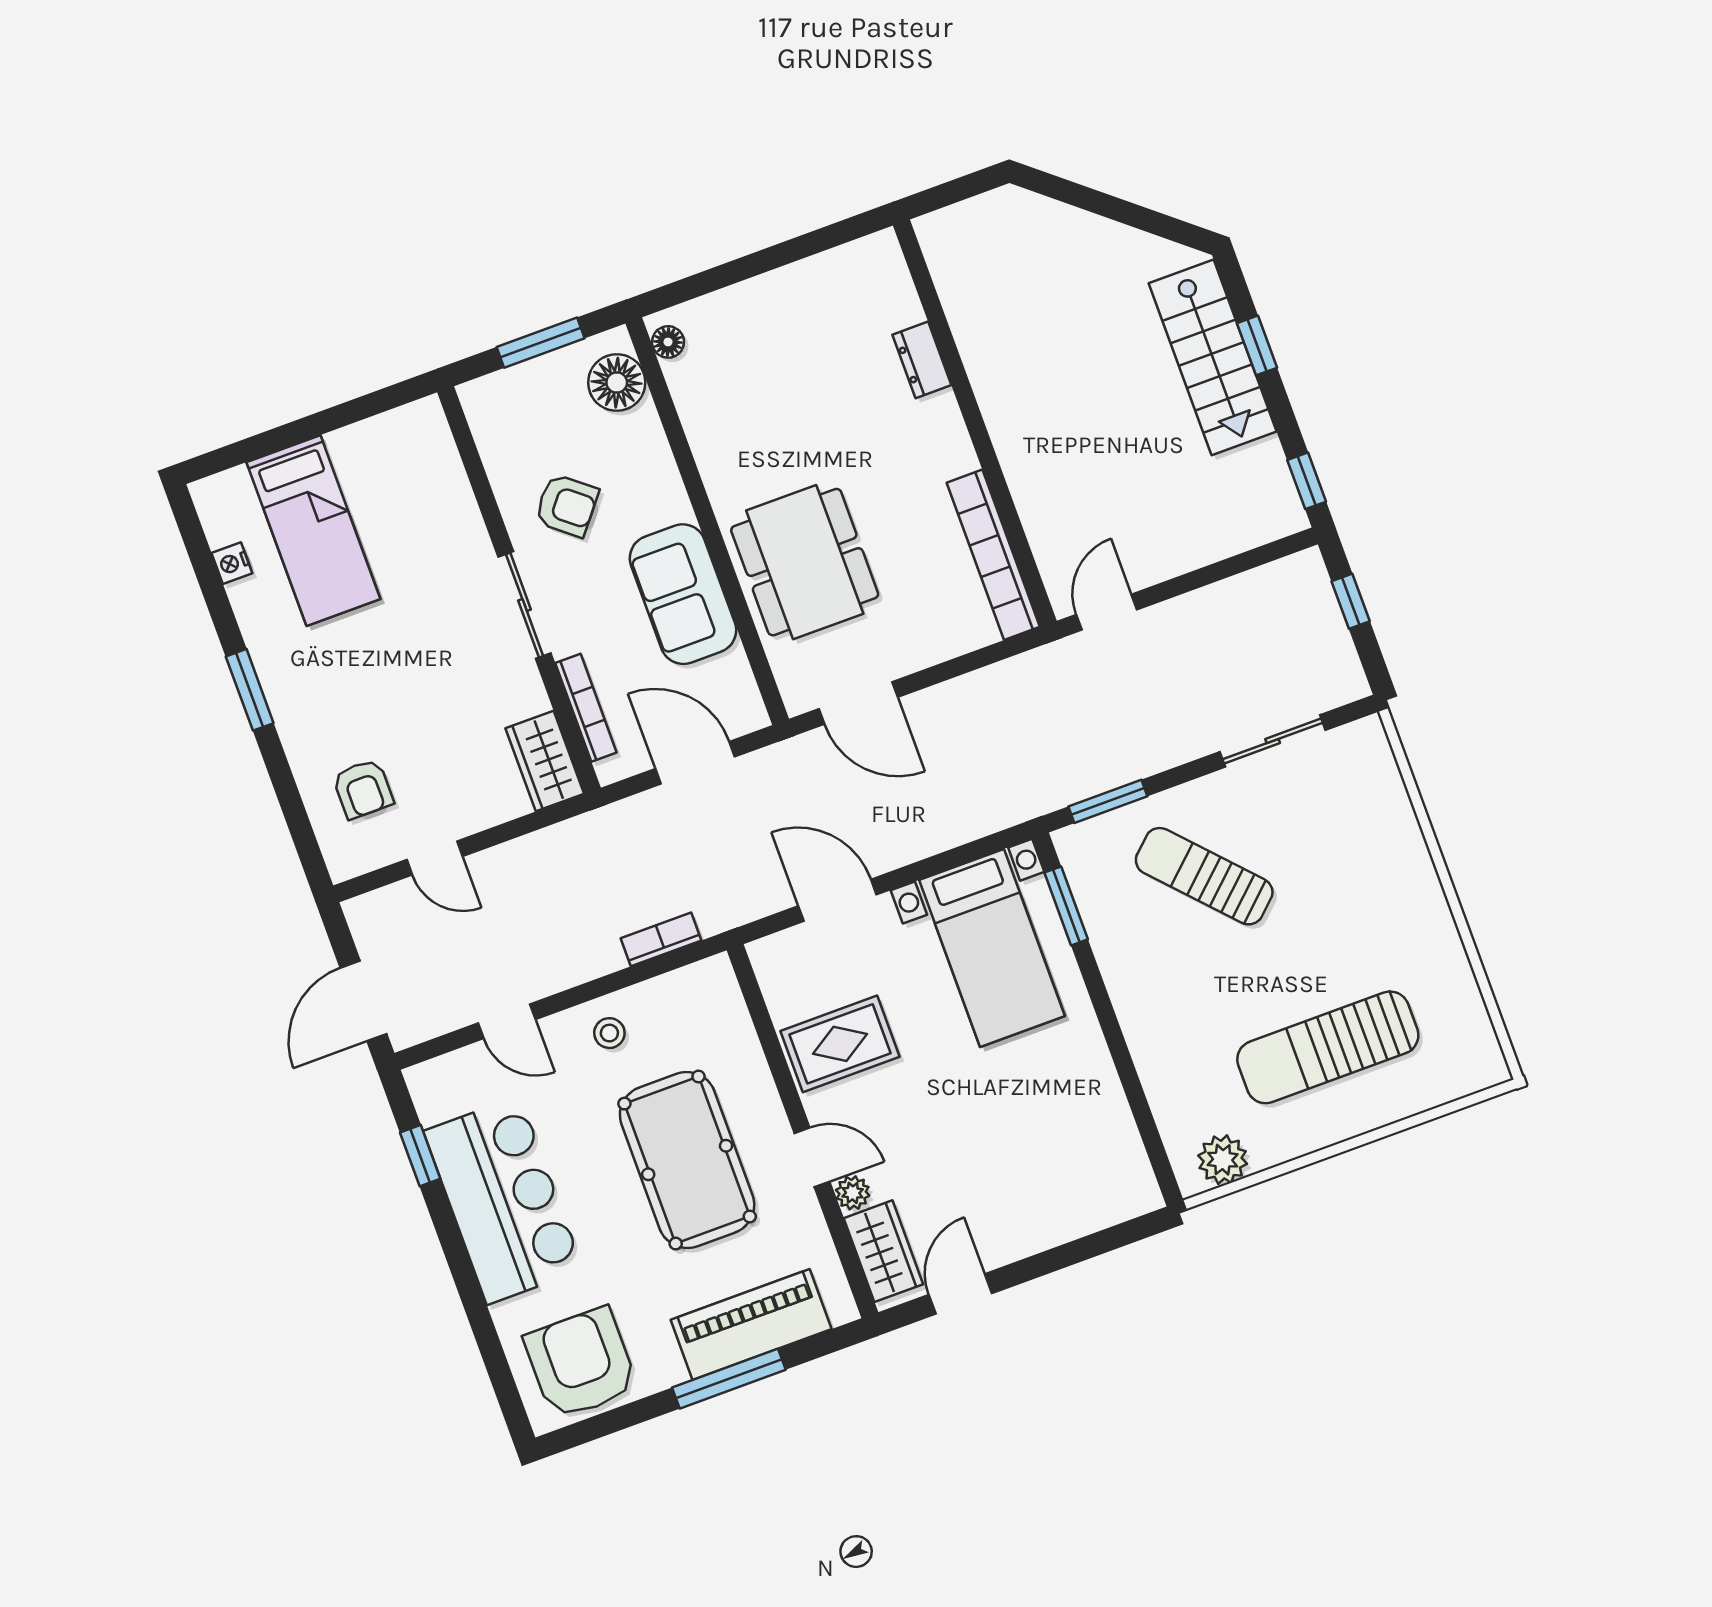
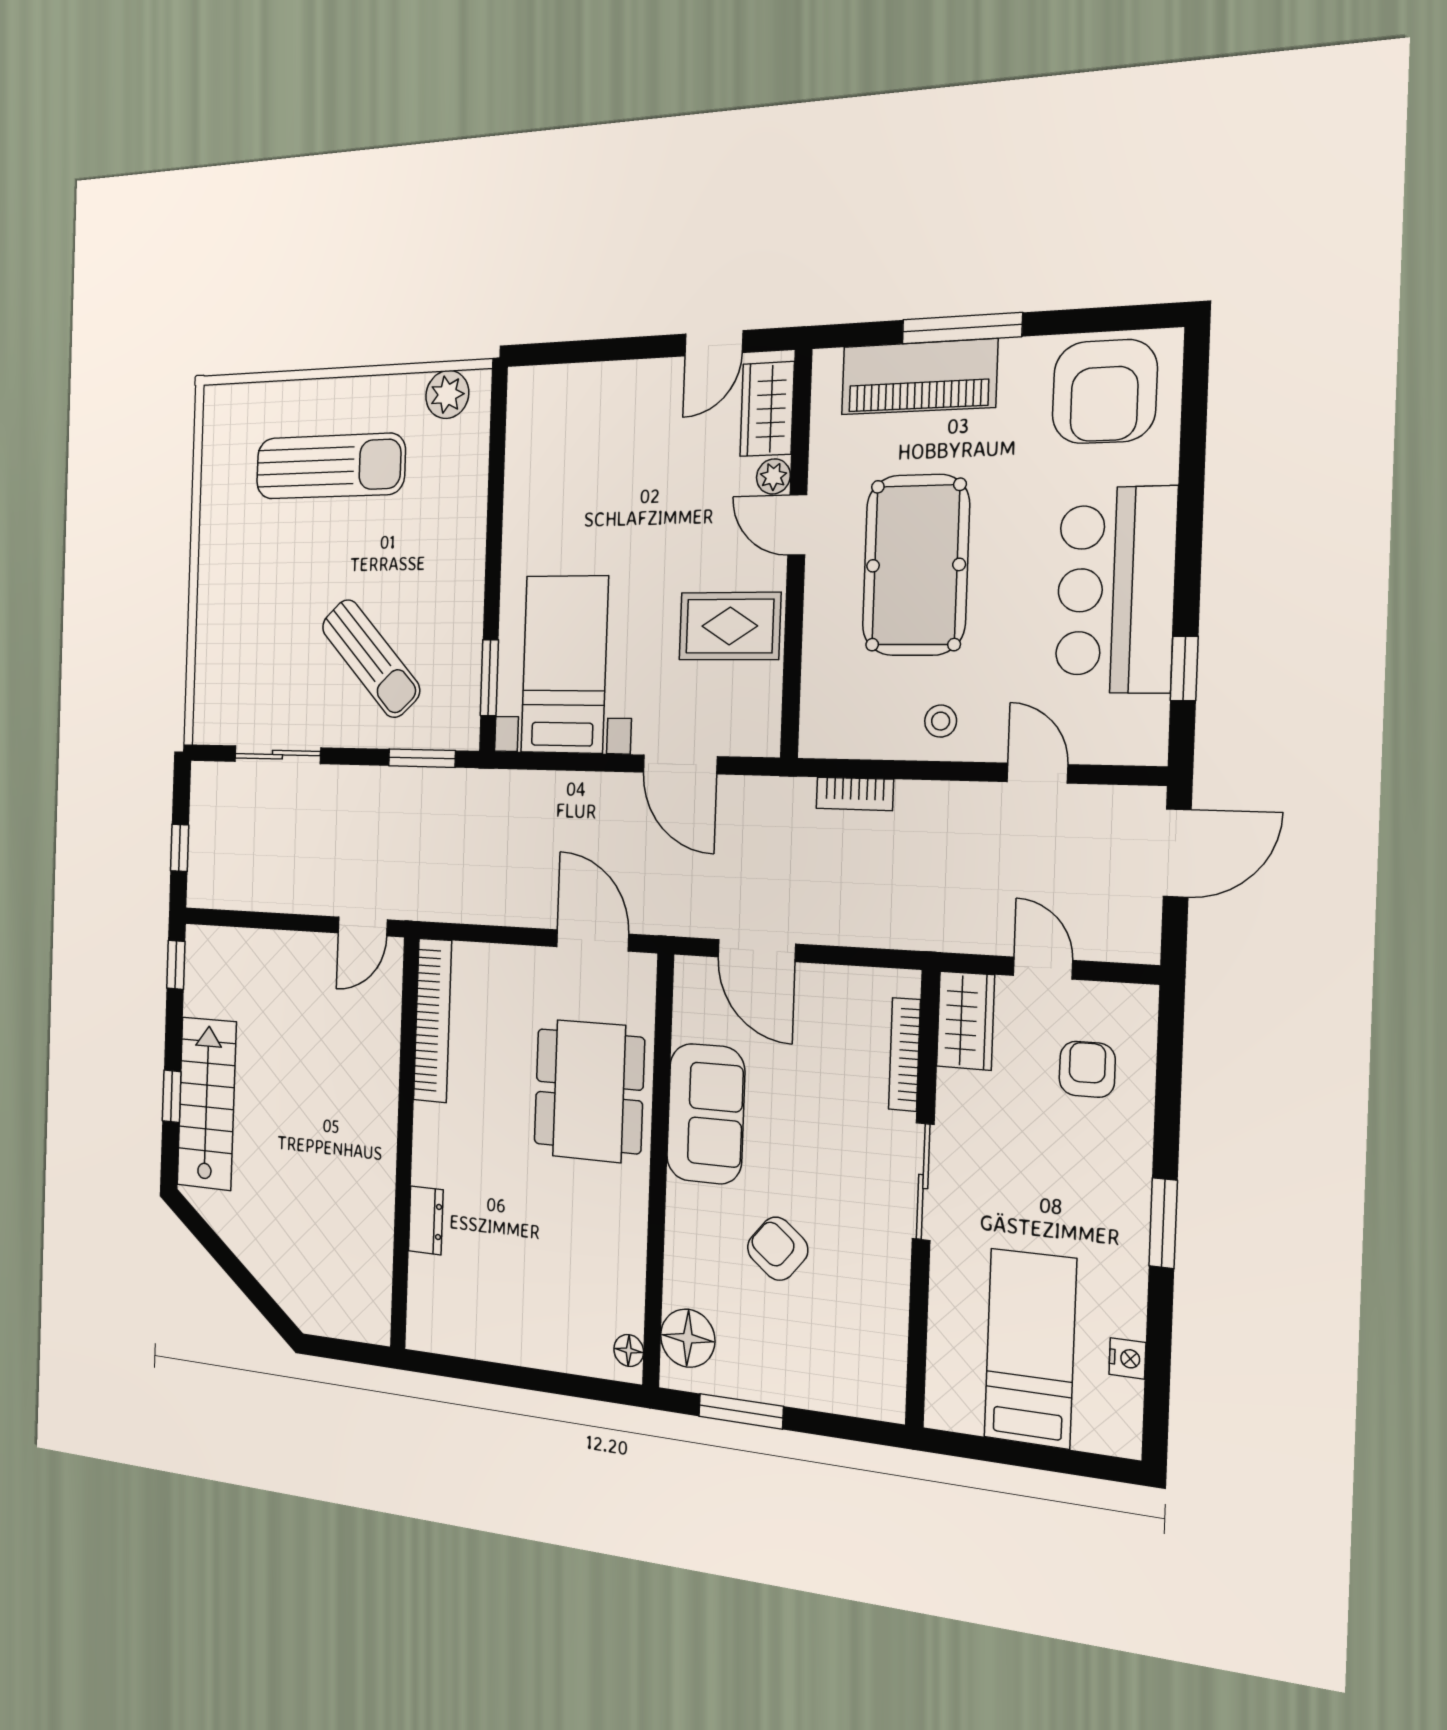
wall: (519, 590) -> (923, 1199), moved
sliding door: (525, 605) -> (923, 1182), moved
bookcase: (586, 708) -> (904, 1054), moved
wardrobe: (545, 761) -> (966, 1021), moved

